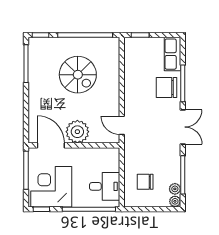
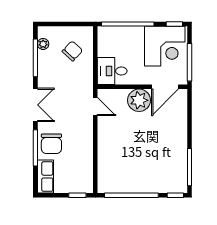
spiral stairs: (78, 75) -> (139, 156), removed
chair: (166, 88) -> (51, 144), turned 90
double door: (183, 127) -> (35, 105), swing flipped
door: (51, 145) -> (165, 87), hinge flipped
chair: (145, 182) -> (72, 51), turned -47
desk: (105, 186) -> (112, 71), moved
plant: (175, 201) -> (43, 32), removed

